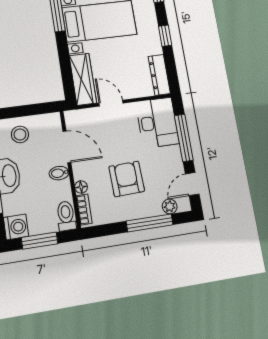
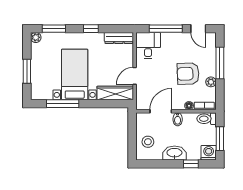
desk: (157, 123) -> (148, 45), width x0.73
plant: (170, 206) -> (211, 82), moved

